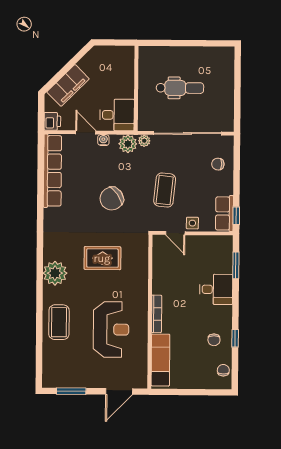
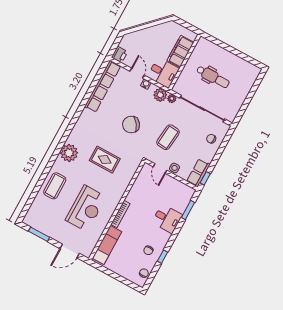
filing cabinet: (68, 85) -> (180, 51), moved, turned 135

